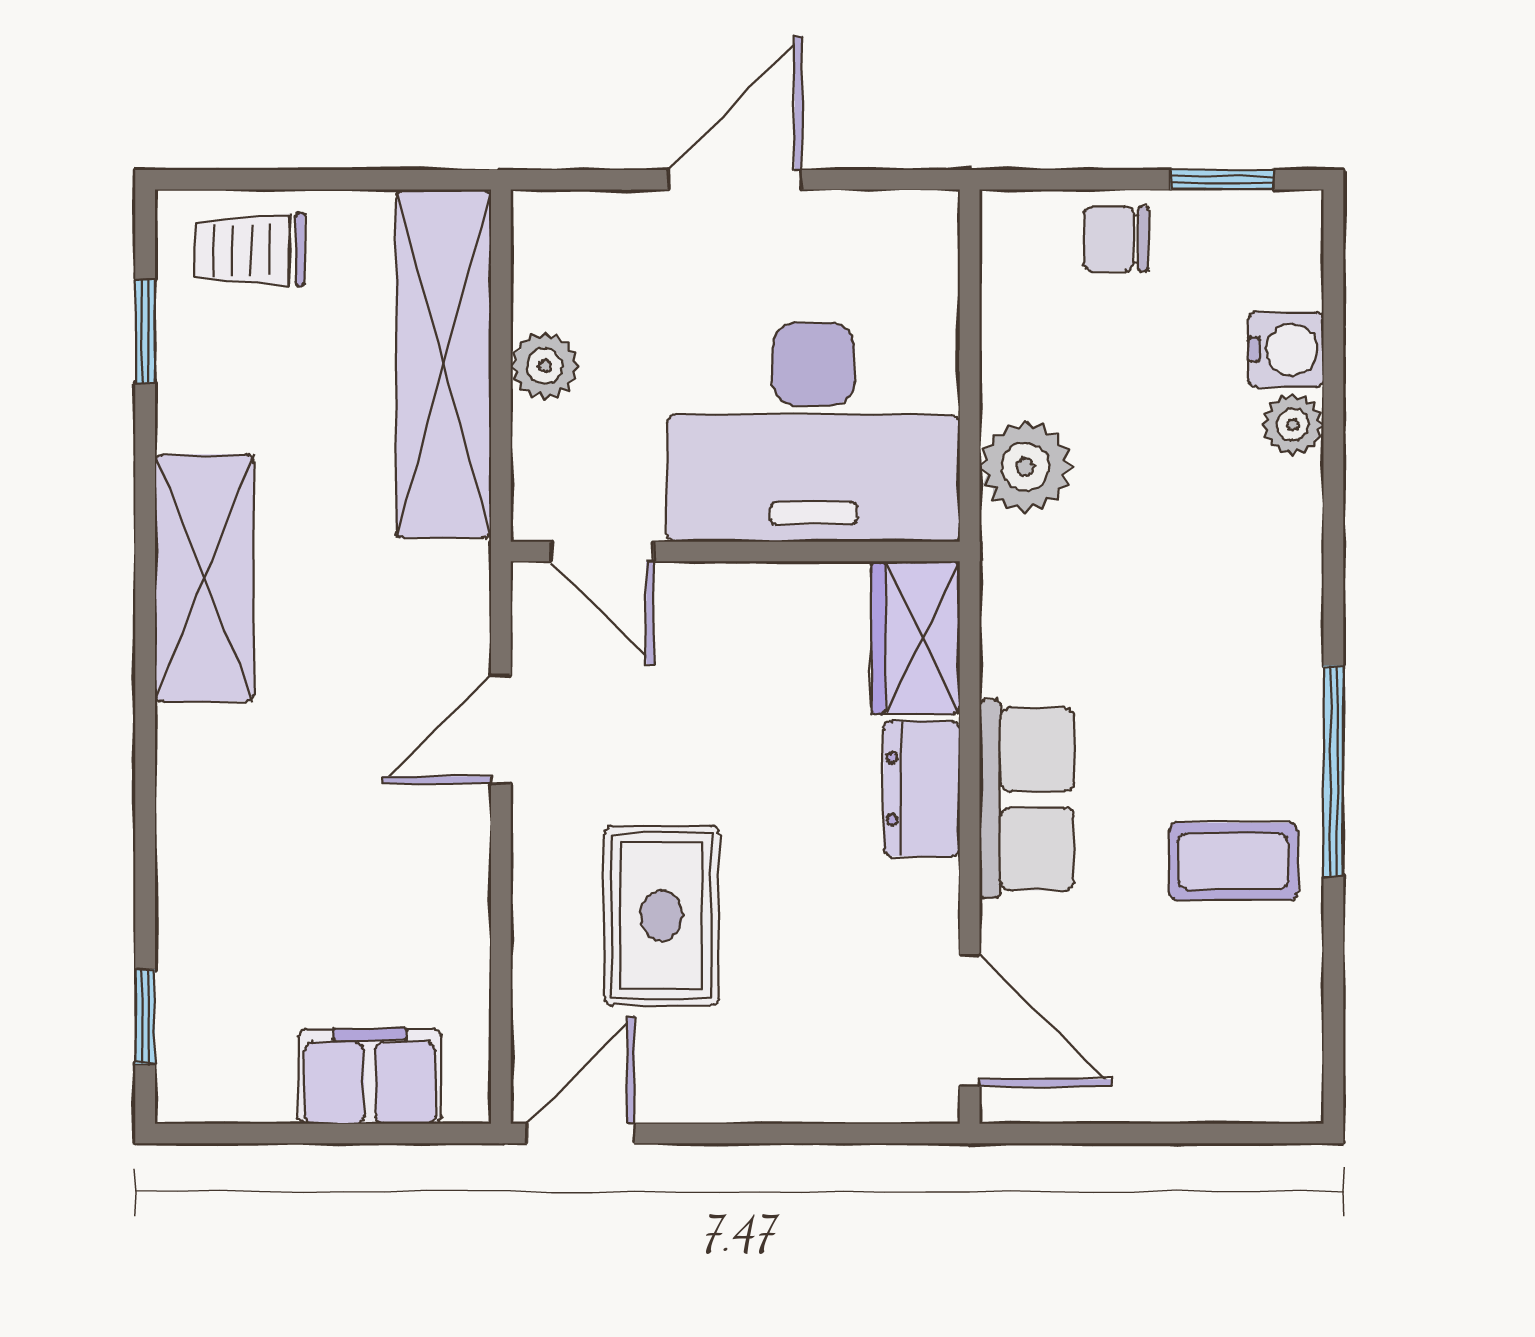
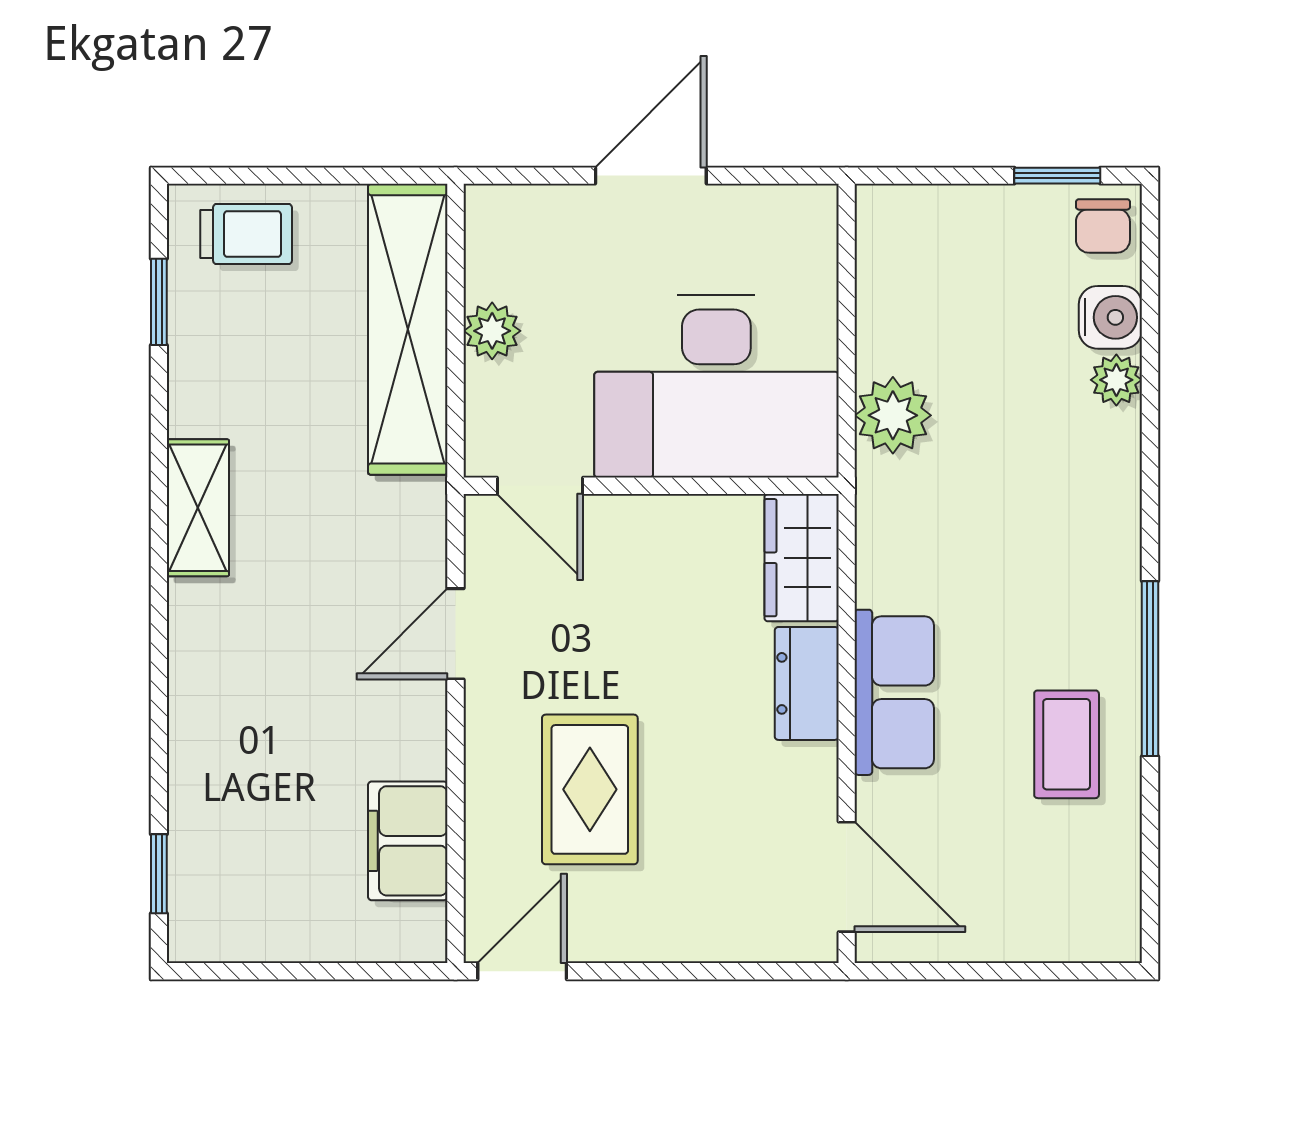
chair: (1116, 239) -> (1103, 226), moved, turned -90
trolley: (250, 250) -> (246, 234), turned 180
shelving: (204, 578) -> (198, 508), width x0.67, depth x0.75
coffee table: (1233, 861) -> (1067, 744), turned 90
filing cabinet: (370, 1076) -> (408, 841), moved, turned -90

